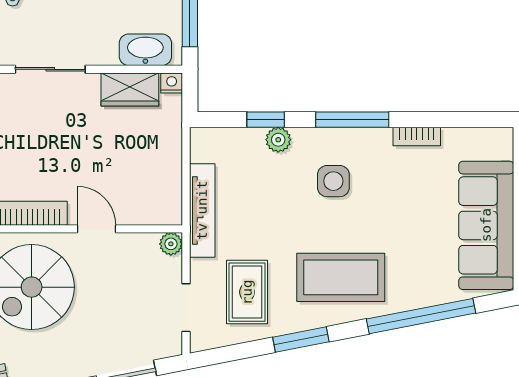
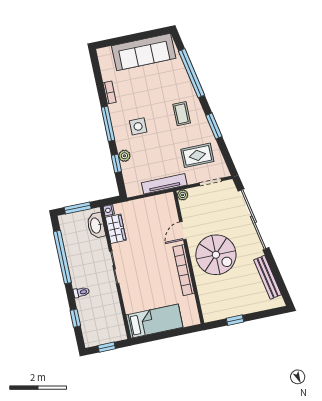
coffee table: (341, 277) -> (182, 114), width x0.54, depth x0.58

